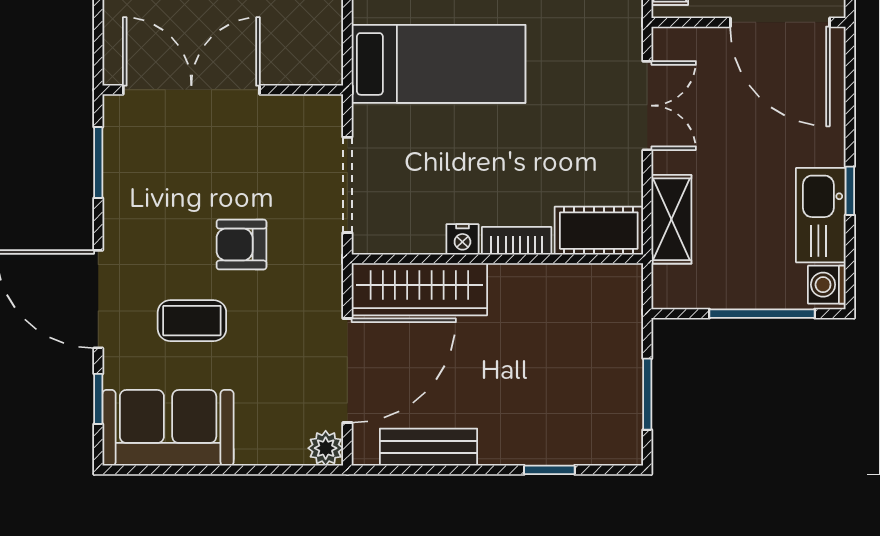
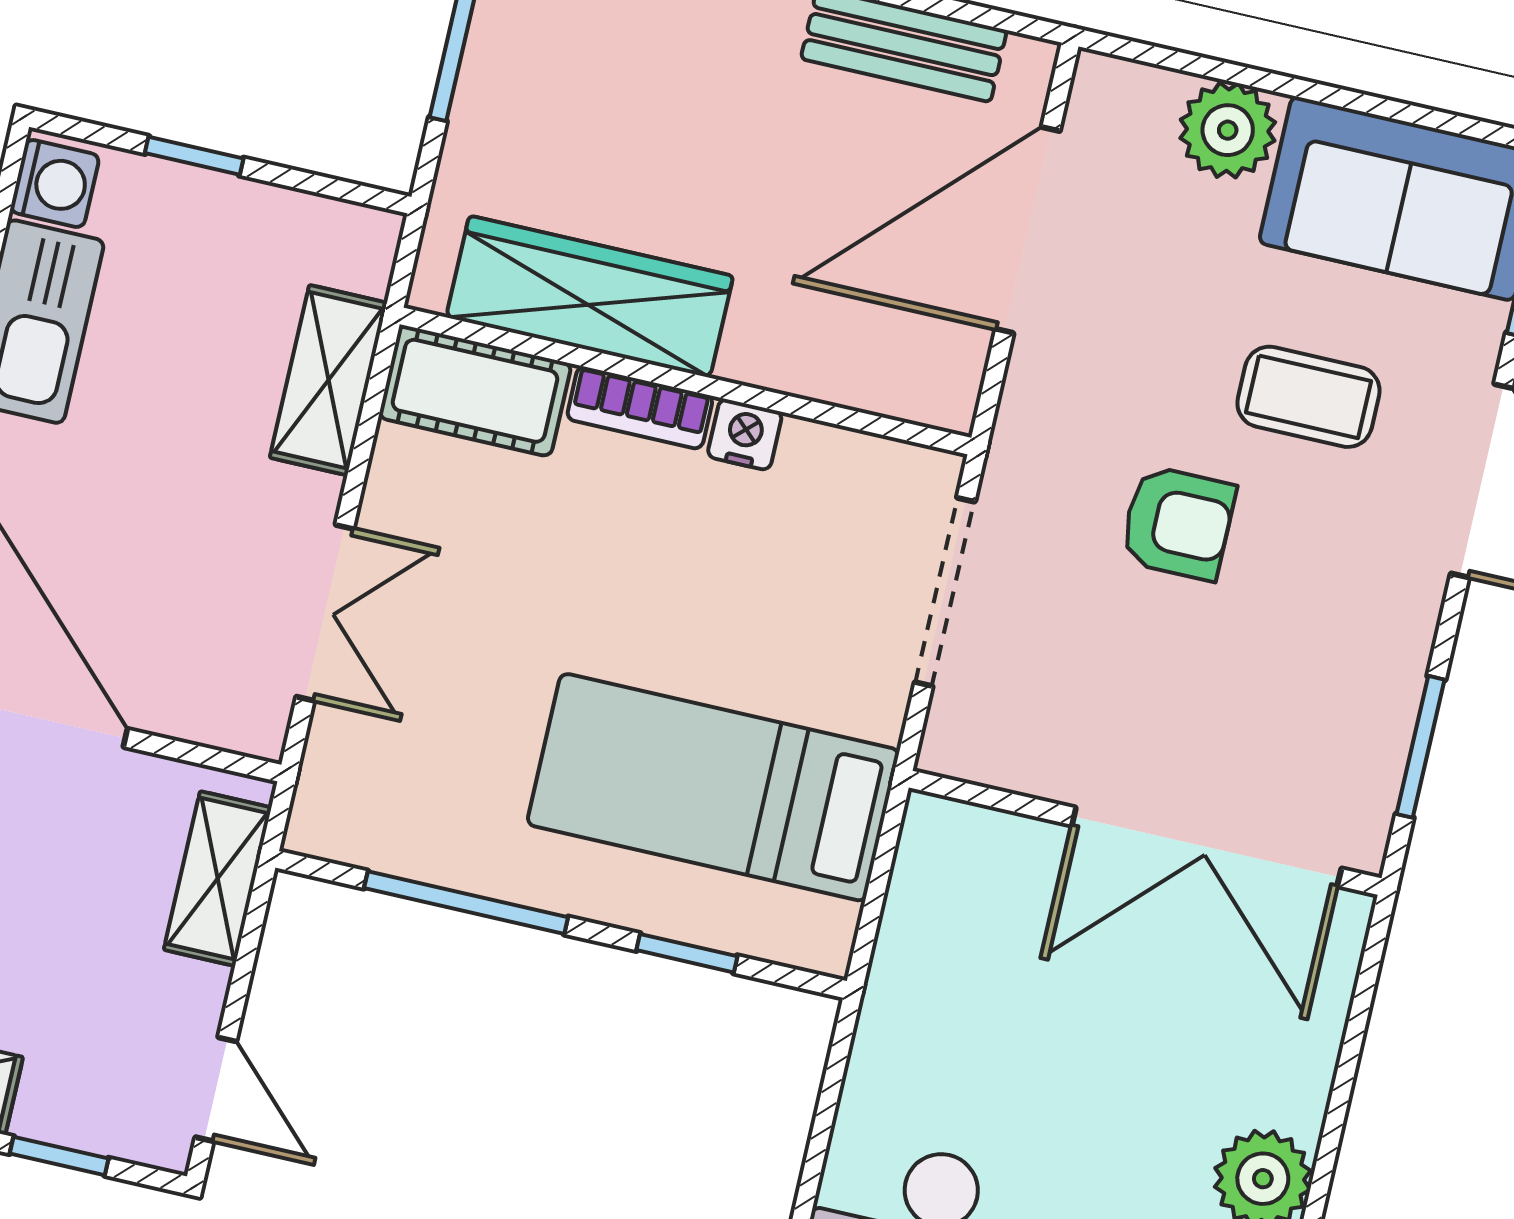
double door: (647, 106) -> (325, 613), swing flipped
wardrobe: (419, 289) -> (590, 297), moved
window: (762, 314) -> (194, 156), width x0.46
plant: (326, 448) -> (1228, 130), moved, width x1.38, depth x1.38

